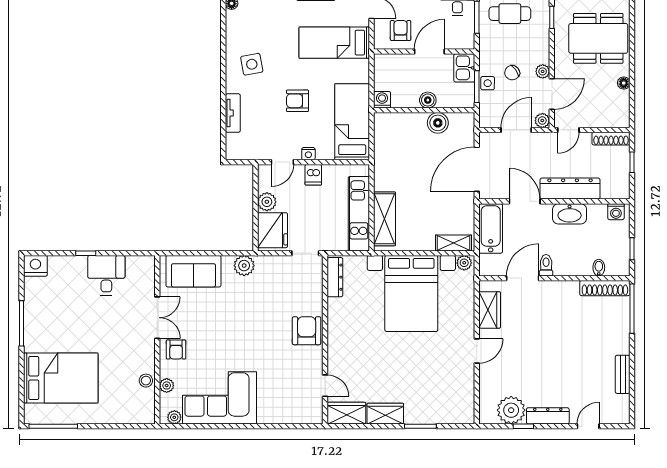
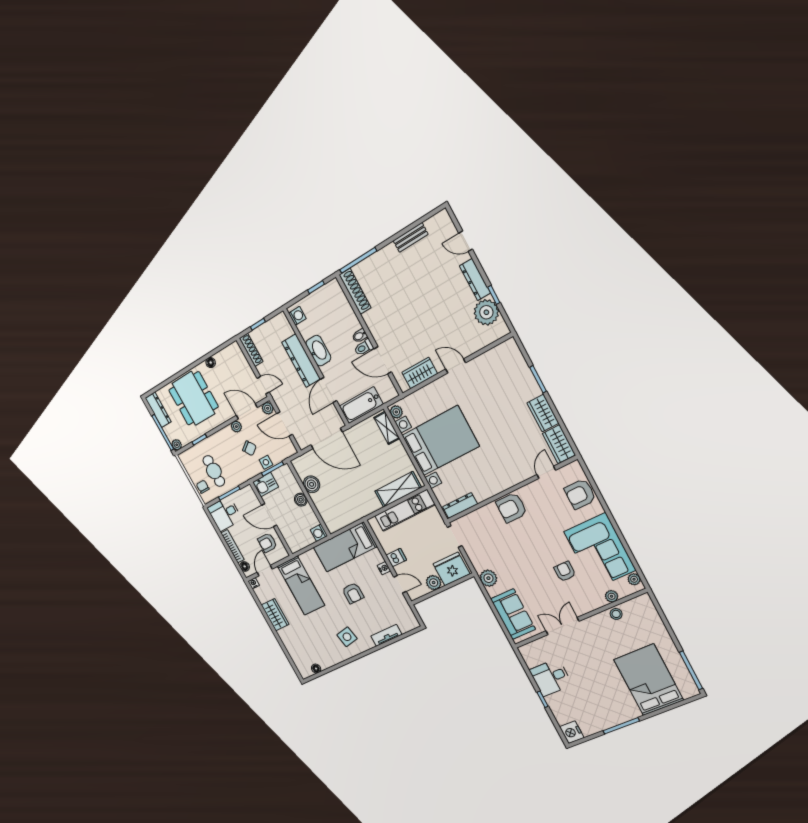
bidet: (599, 268) -> (360, 336), moved
armchair: (176, 350) -> (565, 571), moved, turned -90
armchair: (287, 408) -> (580, 494), added

